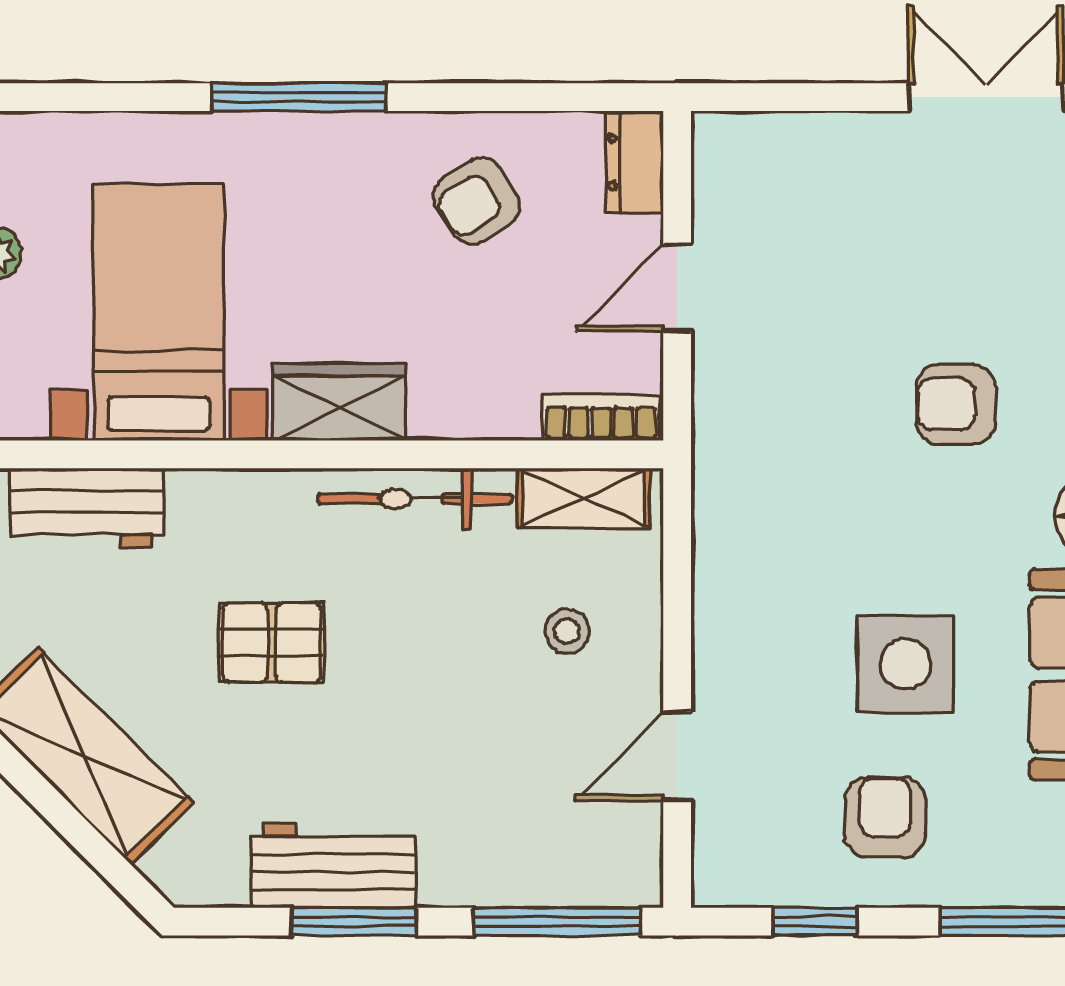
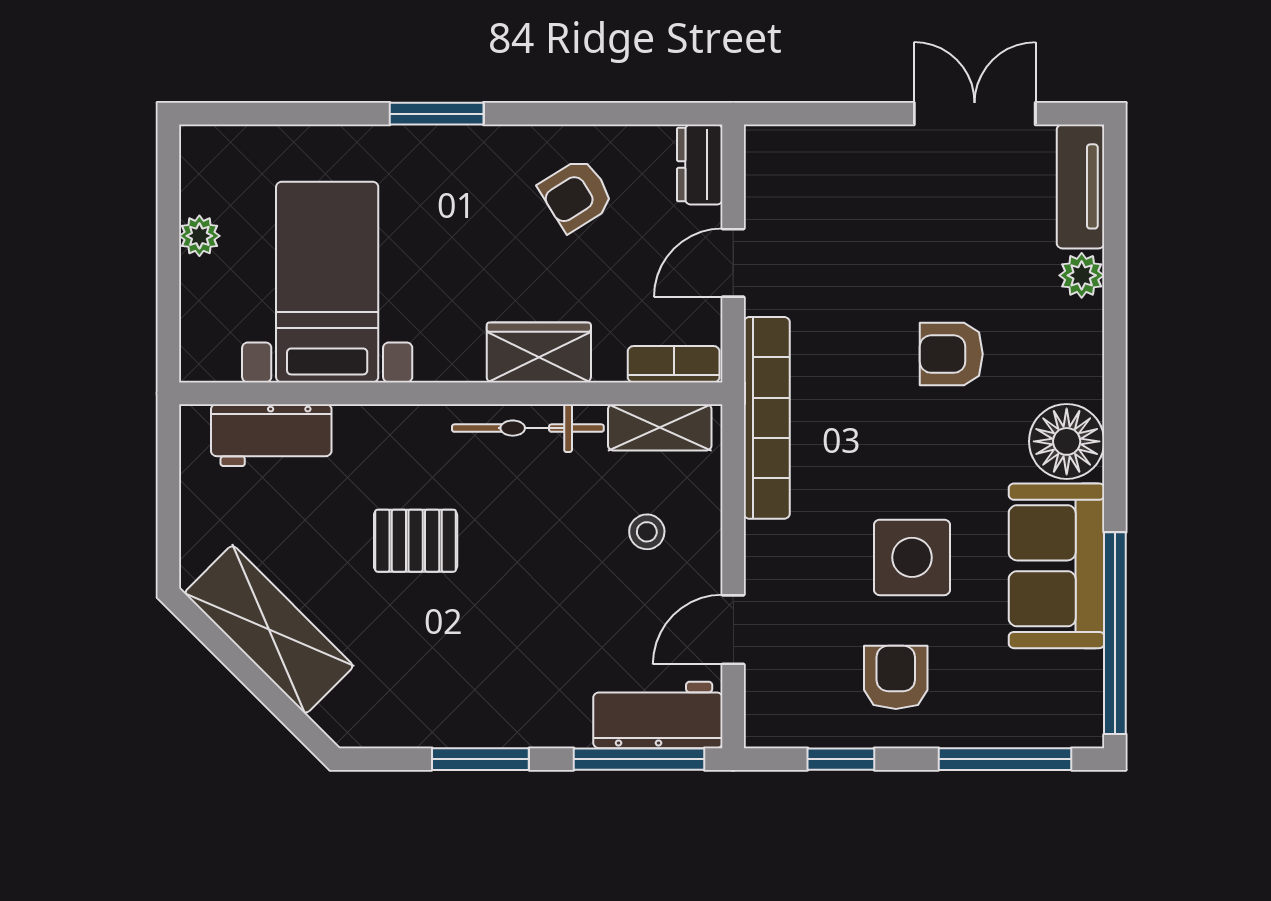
window: (299, 97) -> (437, 114), width x0.69
wardrobe: (339, 402) -> (539, 352), moved
bookcase: (720, 486) -> (767, 418), added
workbench: (333, 865) -> (658, 715), moved

